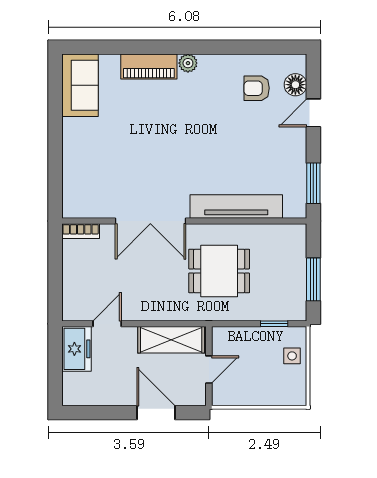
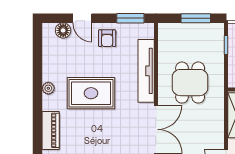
plant: (188, 63) -> (48, 88), moved
armchair: (257, 88) -> (107, 38), moved
rug: (203, 126) -> (91, 93), added

